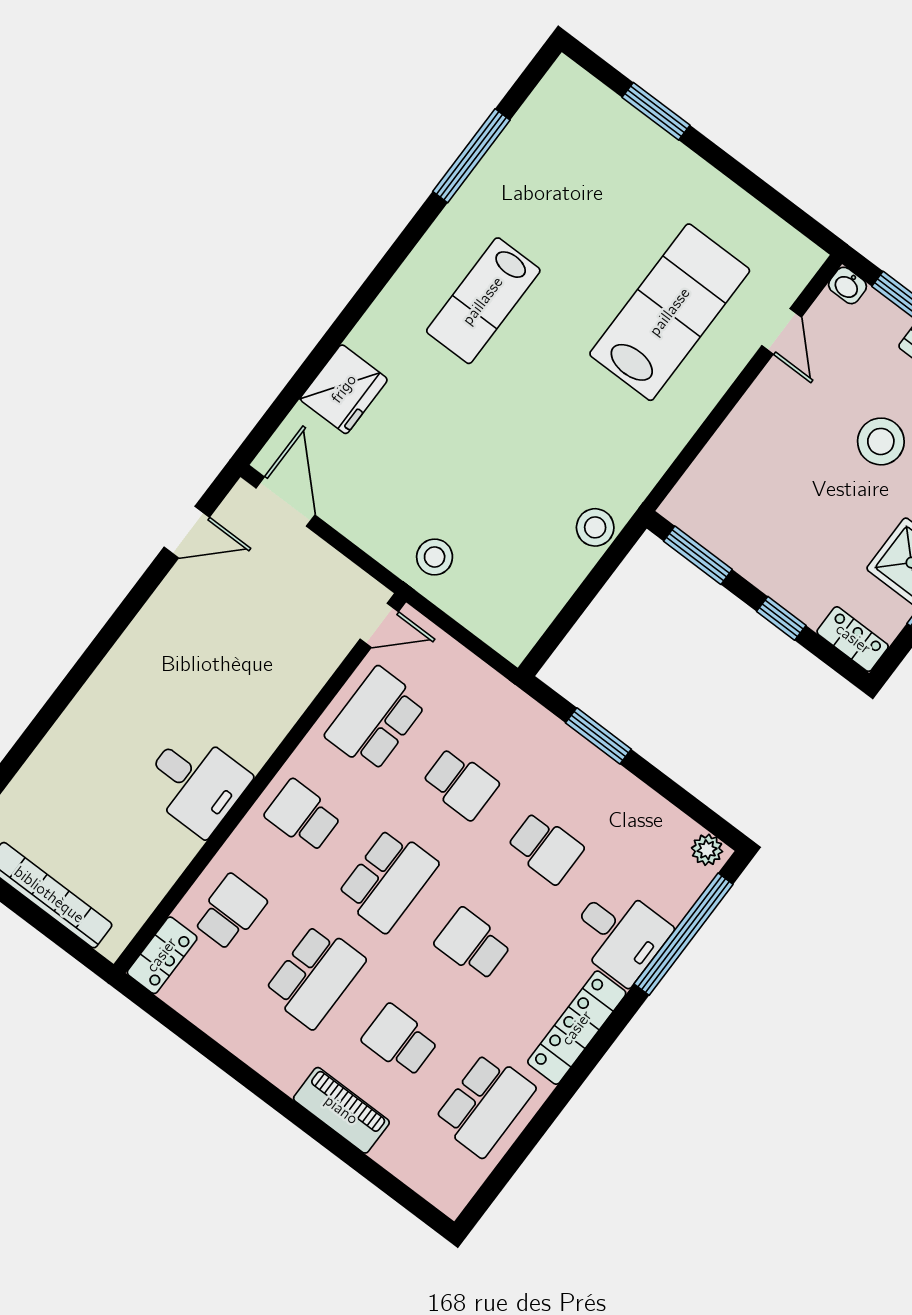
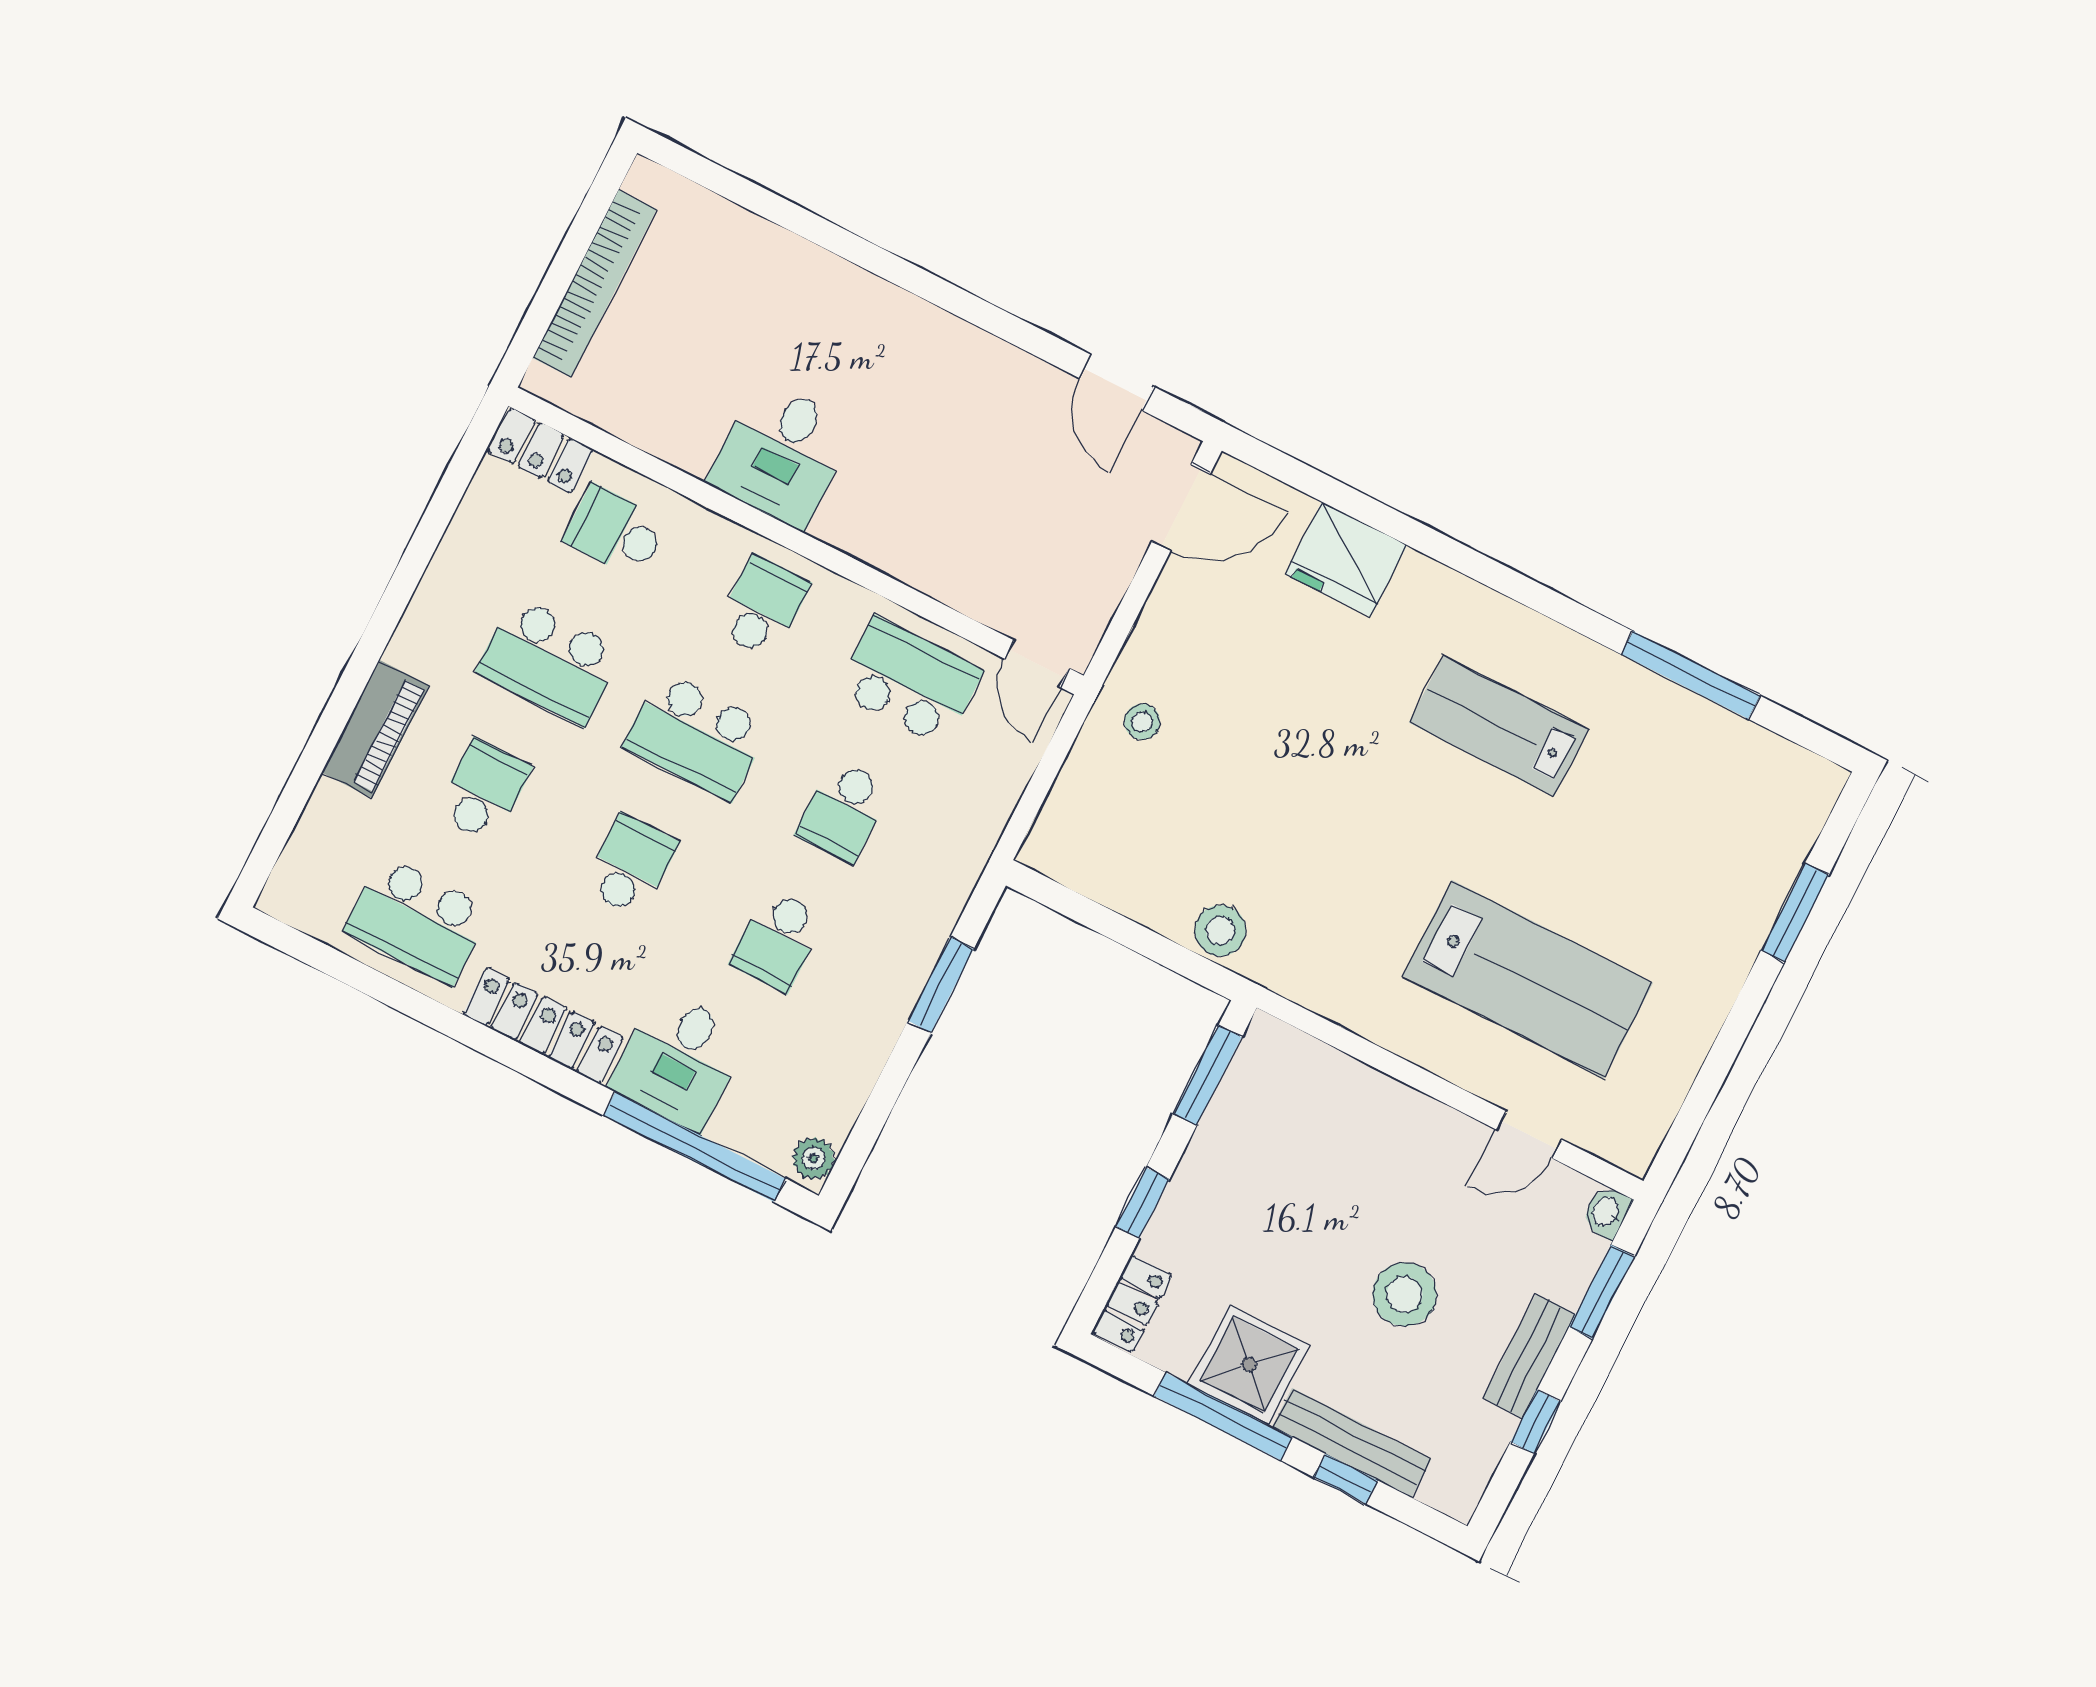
stool: (435, 557) -> (1142, 722), width x0.73, depth x0.73
school desk: (230, 912) -> (616, 532), turned 180

